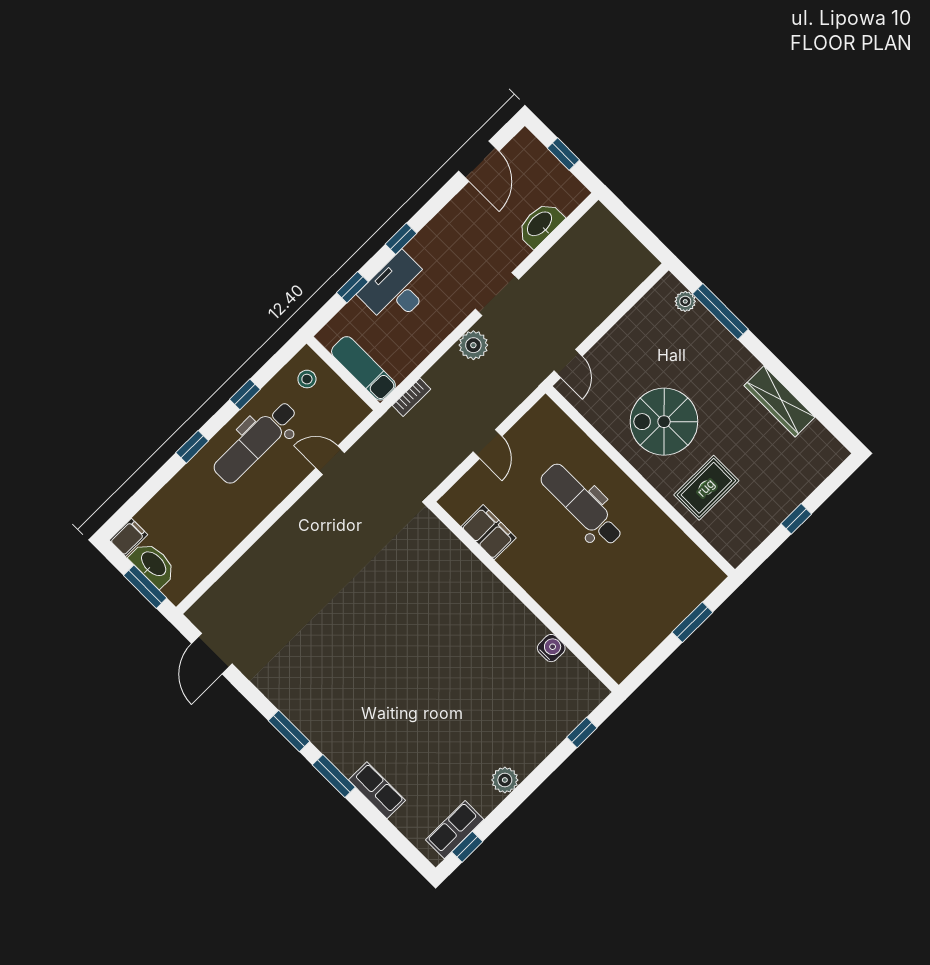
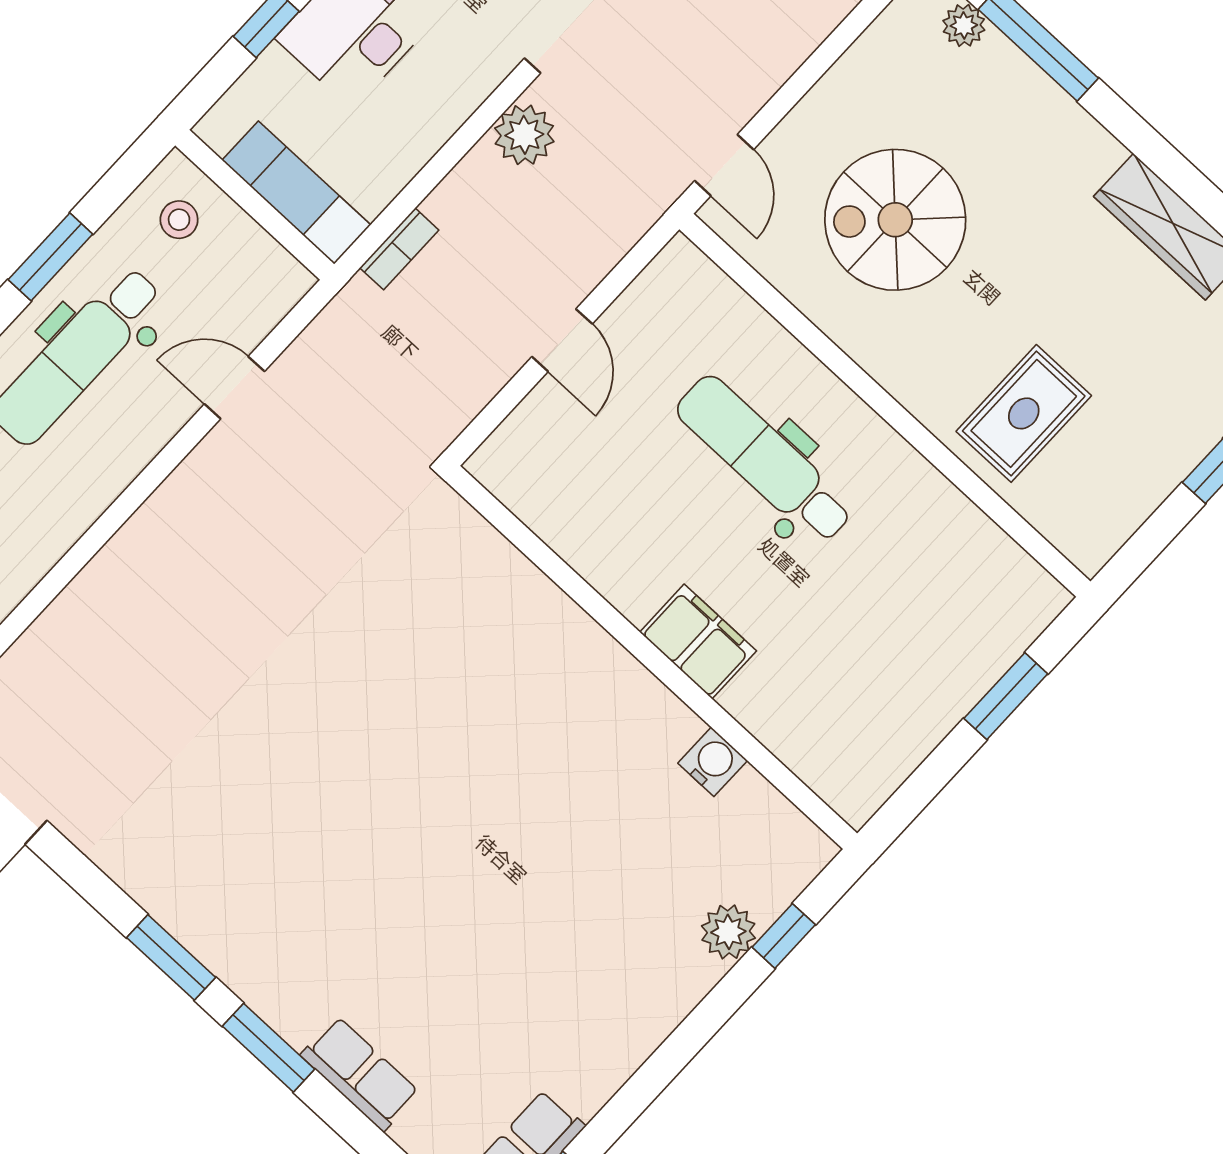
window: (245, 394) -> (50, 257), width x1.50
spiral stairs: (664, 422) -> (895, 220), moved
filing cabinet: (489, 532) -> (698, 642), moved
plant: (505, 780) -> (728, 932), moved

